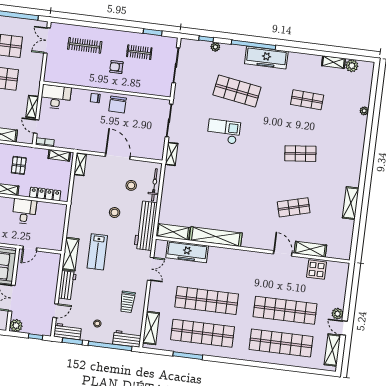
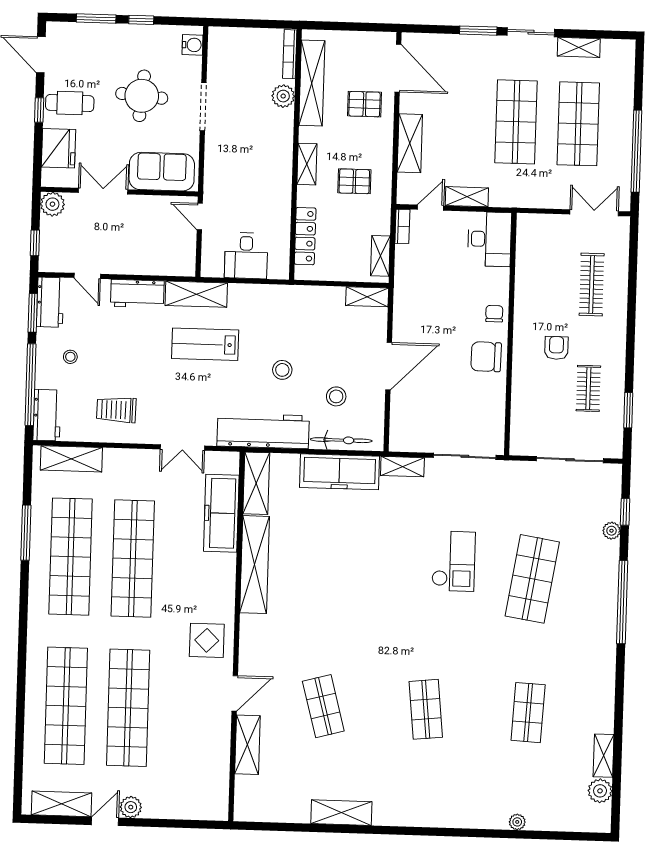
freezer: (266, 58) -> (340, 472), moved, turned -90
desk: (24, 211) -> (246, 256), moved, turned 90
display table: (317, 270) -> (207, 640), moved

